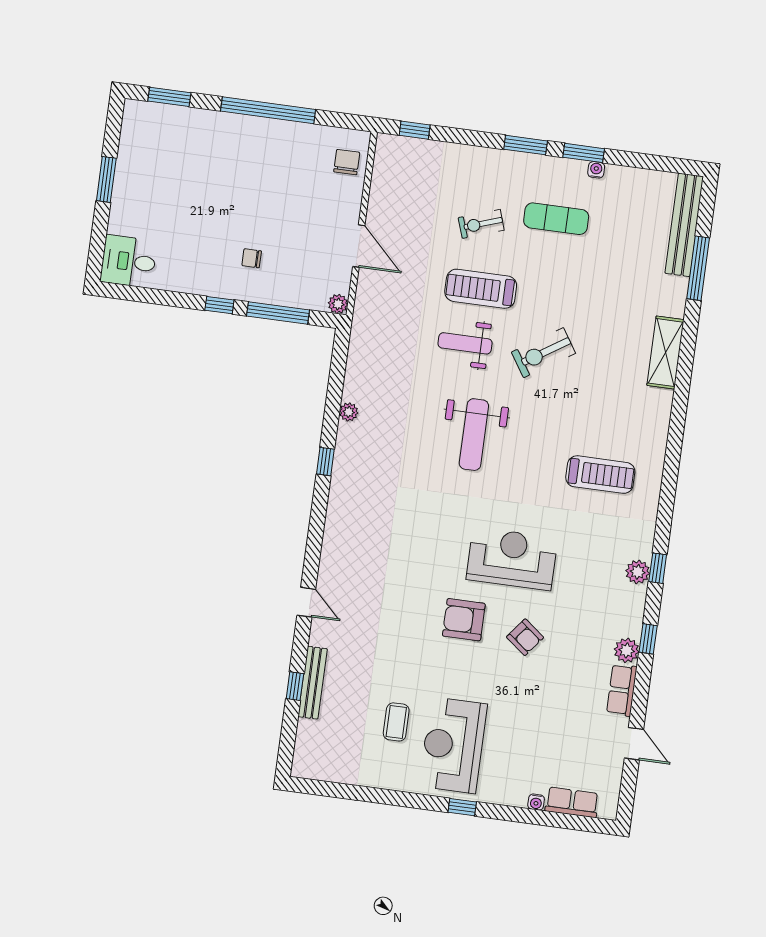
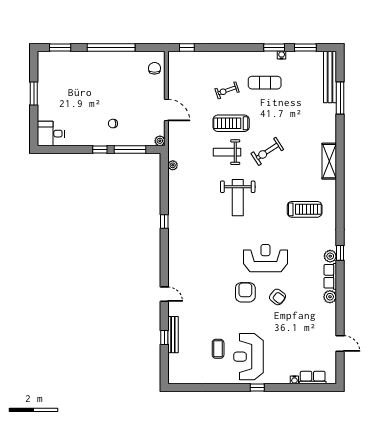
window: (526, 145) -> (305, 47), moved
shelving: (665, 353) -> (329, 161), moved
plant: (349, 412) -> (173, 165), moved
armchair: (464, 620) -> (245, 292), turned 90
window: (648, 639) -> (340, 289), removed
row of seats: (622, 690) -> (330, 276), moved

